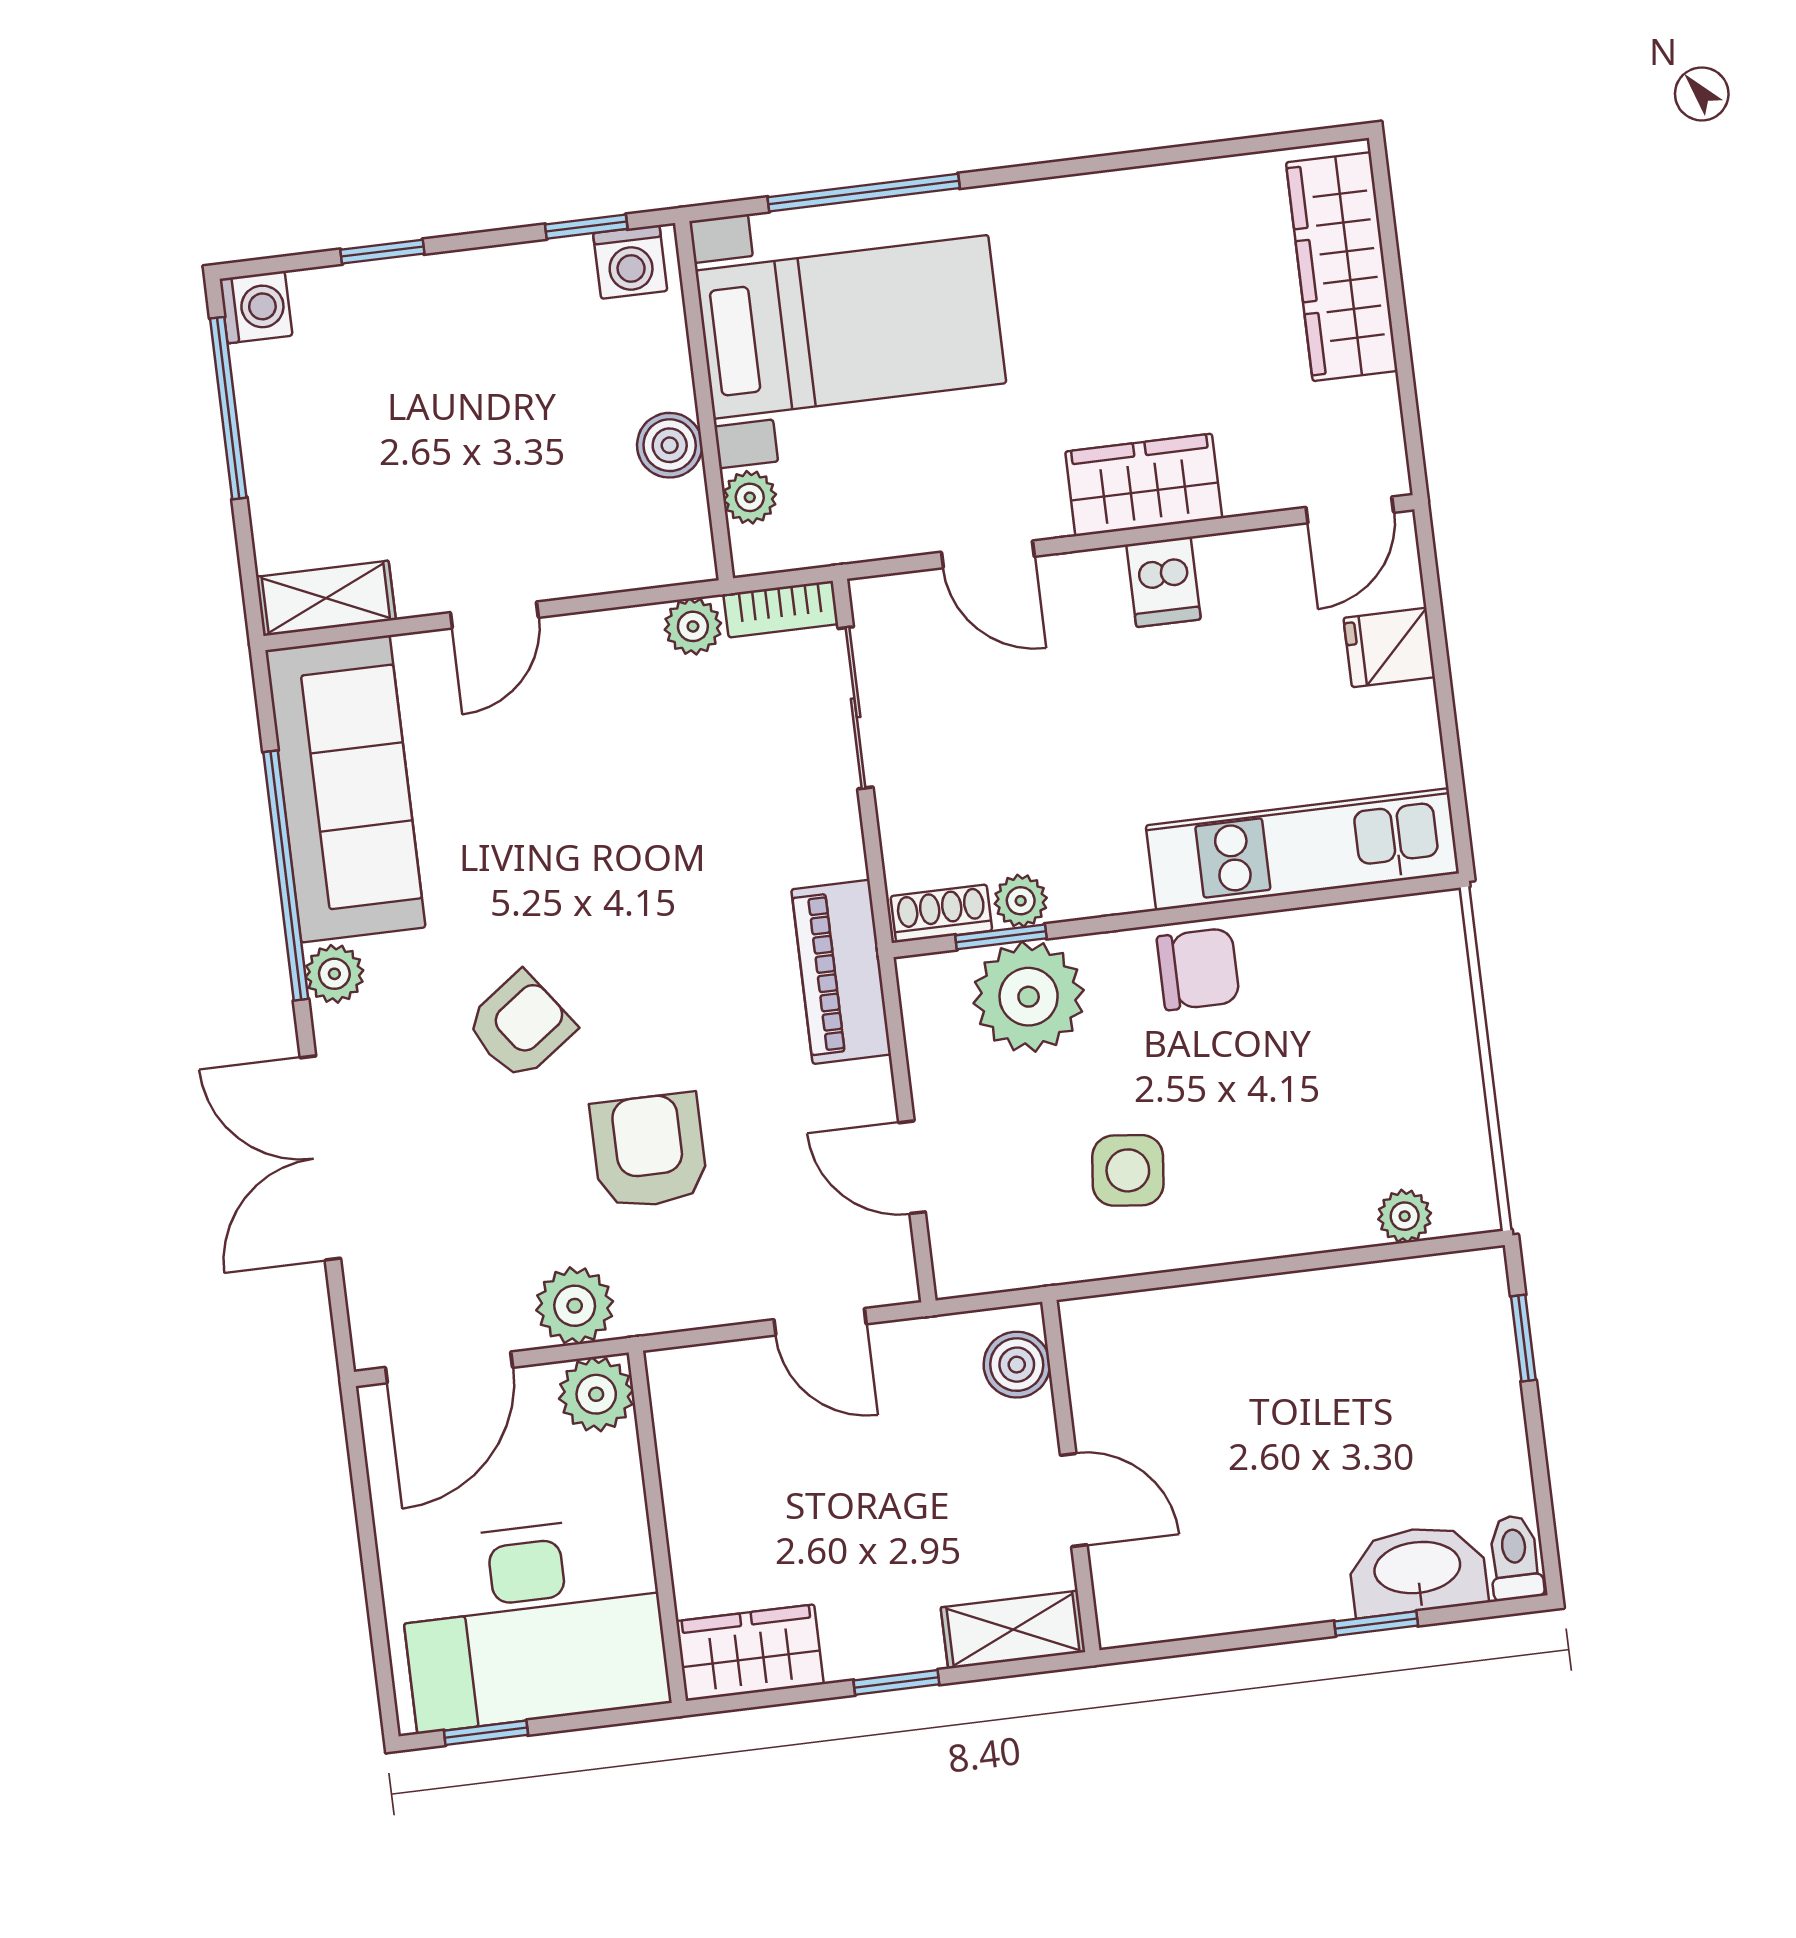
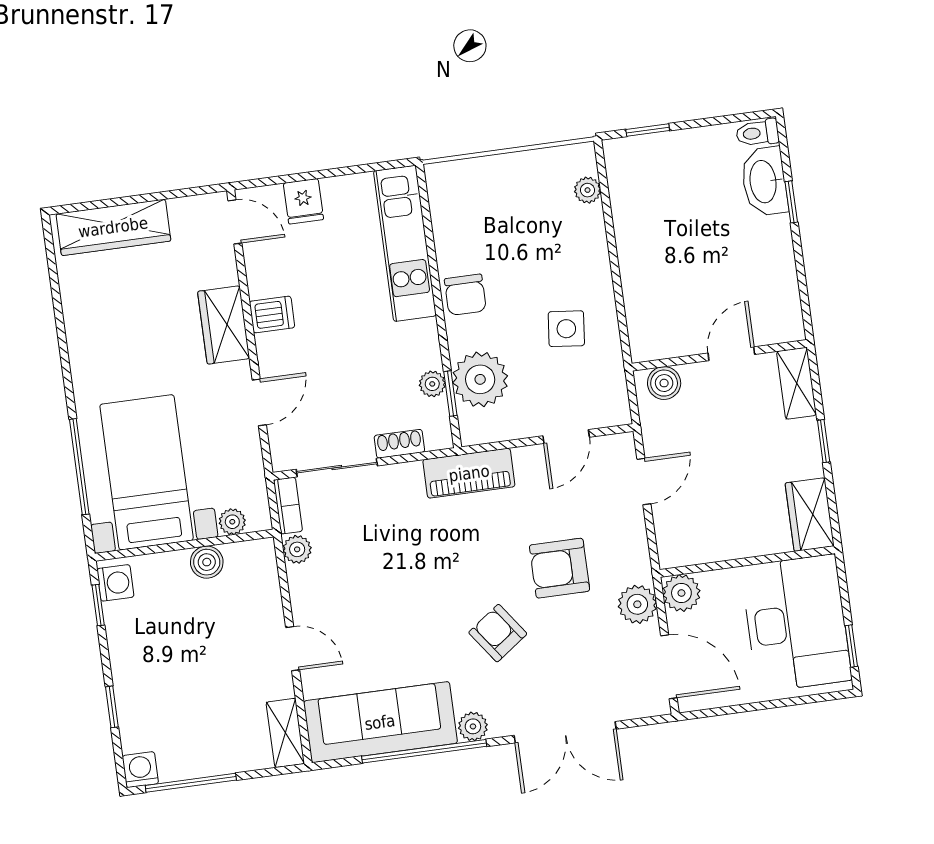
shoe rack: (941, 913) -> (399, 444), moved, turned 90
chair: (1198, 969) -> (465, 295), turned 180

